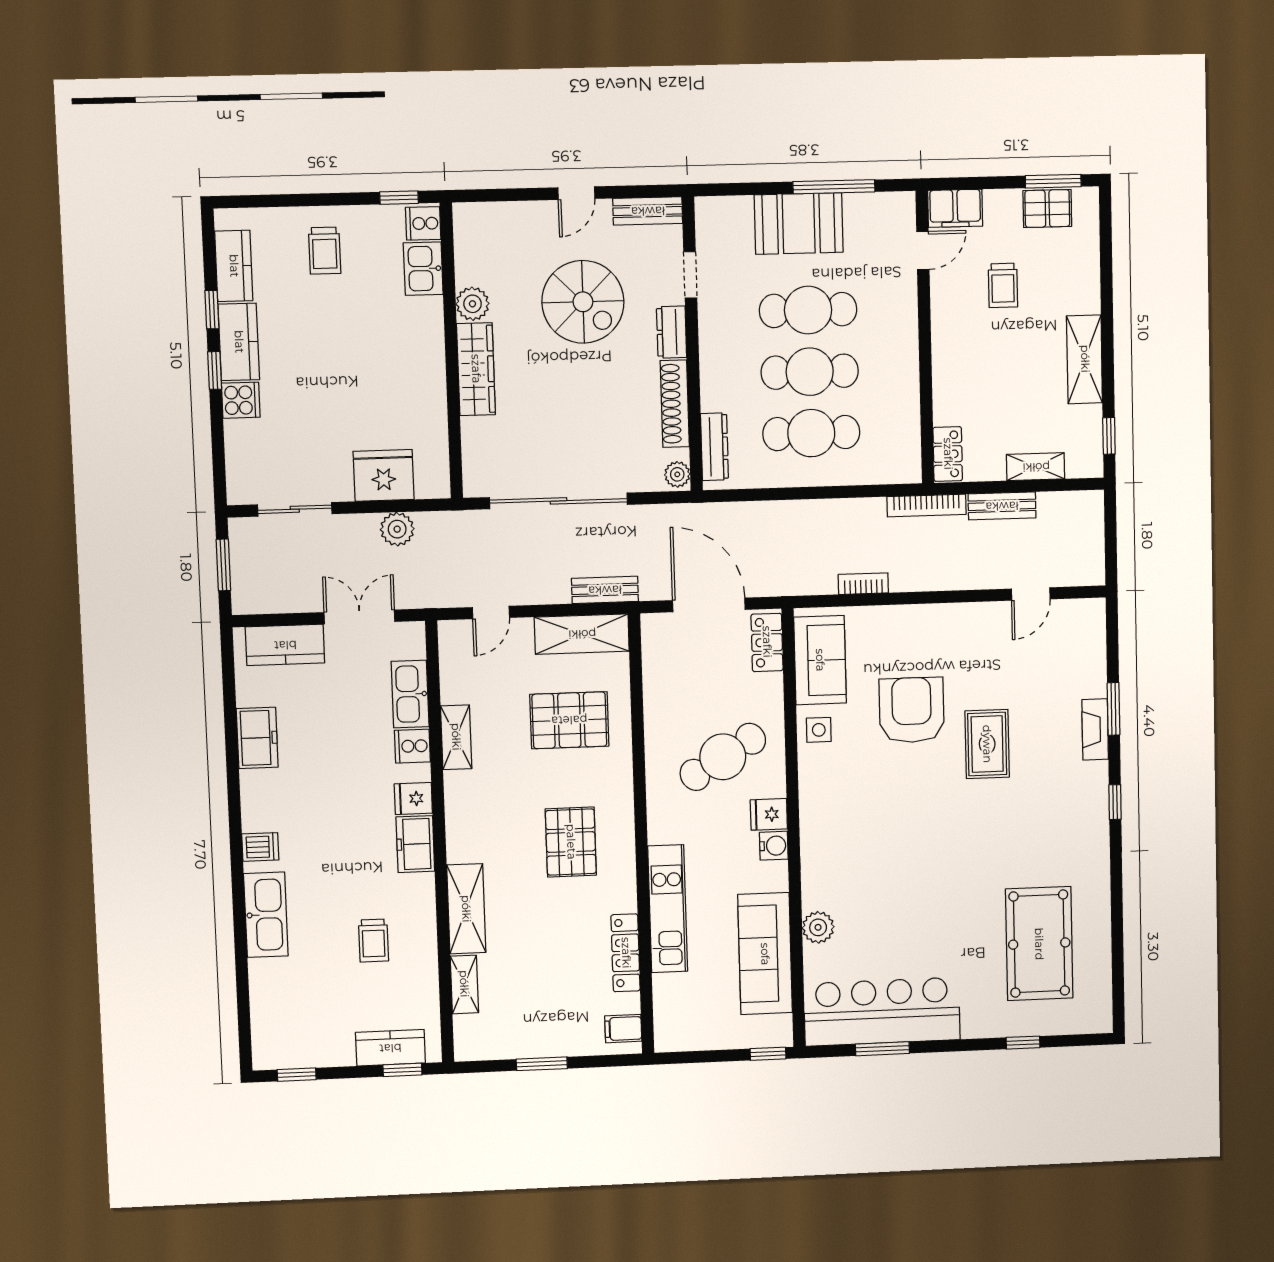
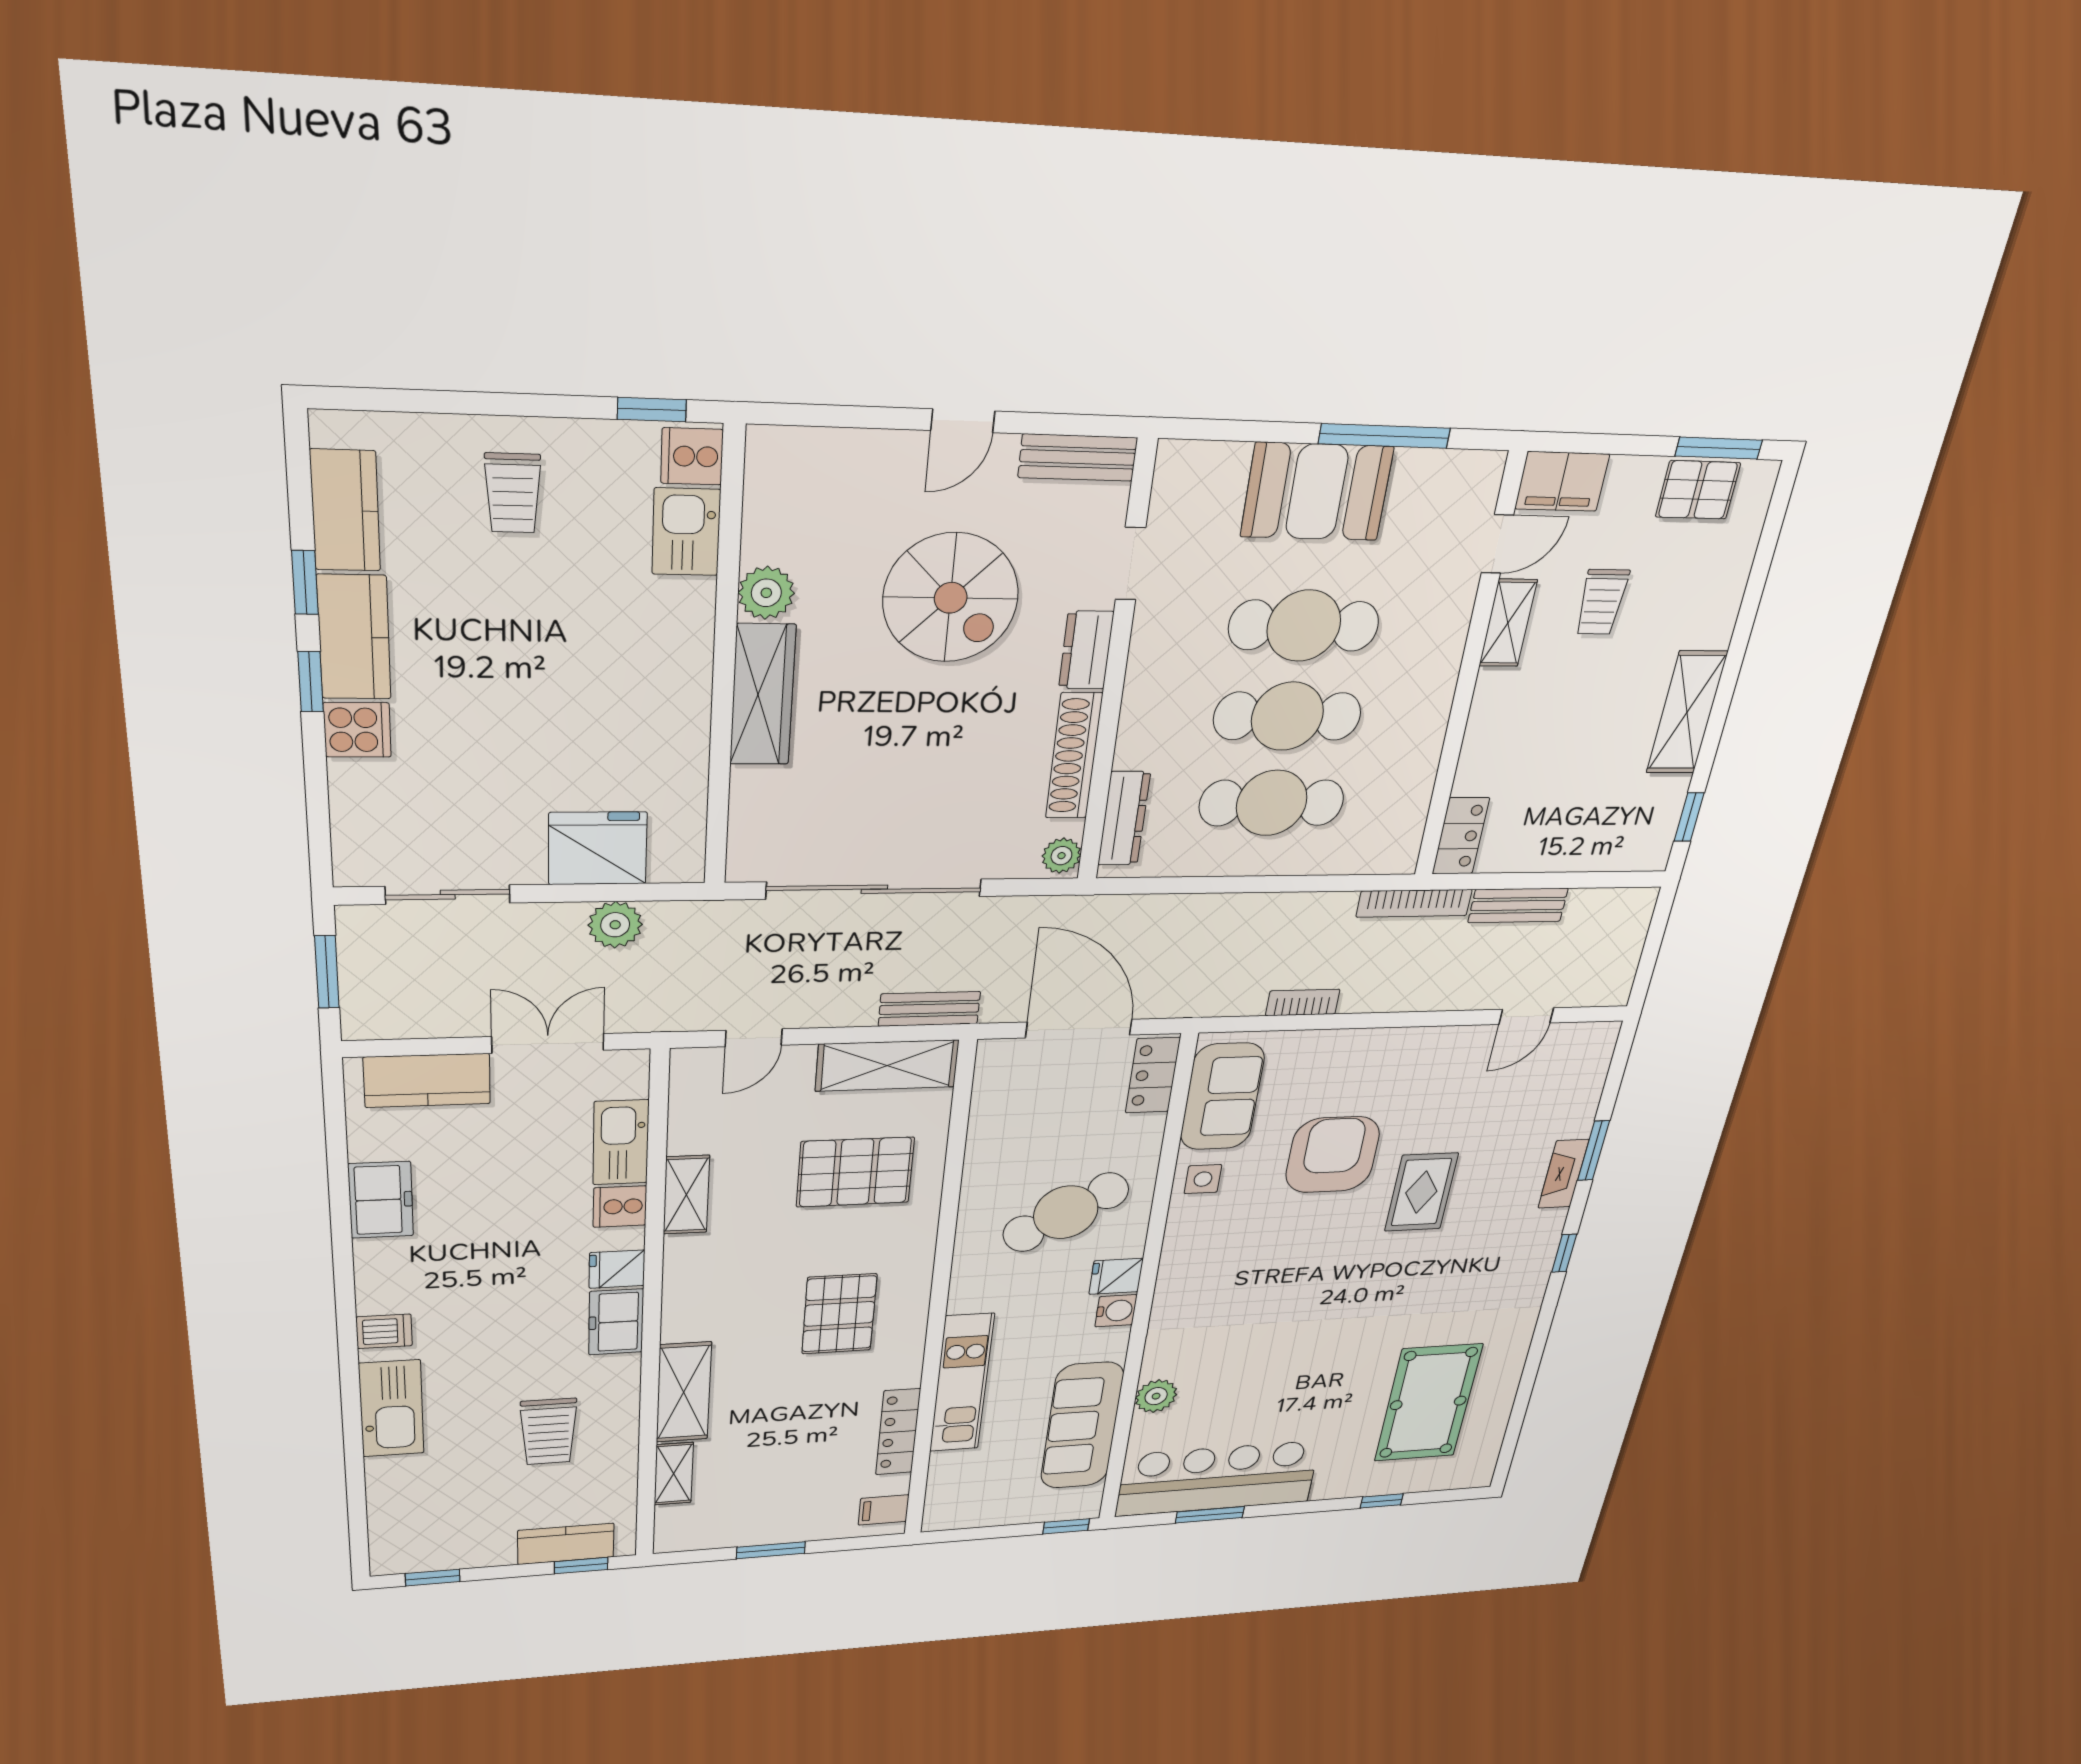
shelving: (1036, 467) -> (1508, 623), moved, turned 90
trolley: (374, 941) -> (548, 1432), width x1.36, depth x1.39

